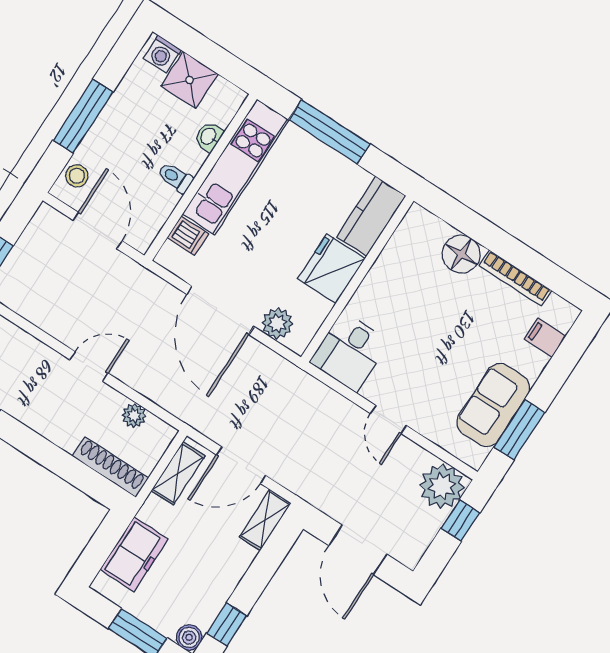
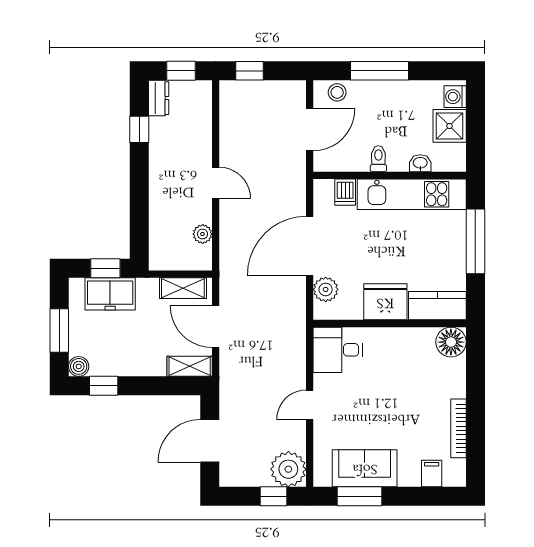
floor lamp: (461, 254) -> (451, 342), moved
shoe rack: (110, 467) -> (158, 241), removed
window: (104, 542) -> (105, 268), added

